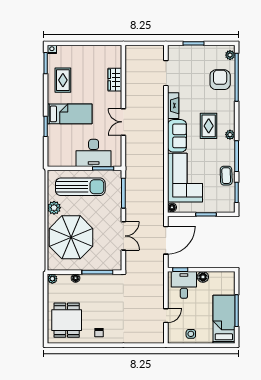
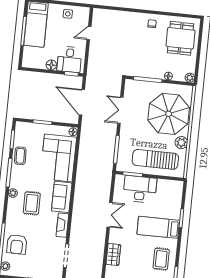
door: (166, 240) -> (82, 102), hinge flipped

